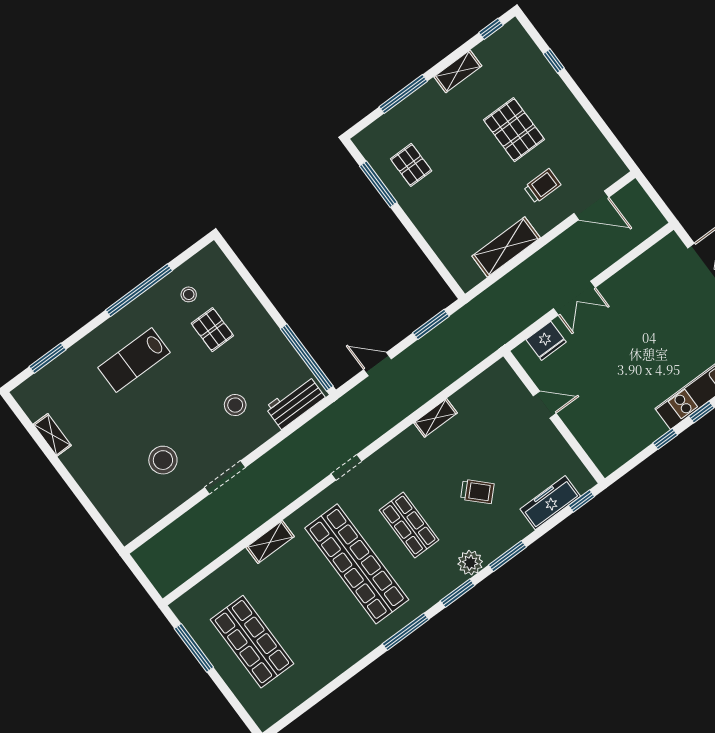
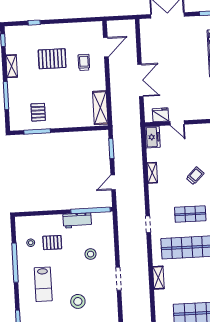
pallet: (411, 165) -> (38, 112), turned 90
shelving: (506, 247) -> (100, 108), moved
double door: (574, 298) -> (140, 80), width x1.37
fridge: (546, 341) -> (161, 115), moved, turned -90
freezer: (495, 380) -> (153, 137), added
workbench: (295, 402) -> (77, 220), moved, turned -90
door: (545, 405) -> (177, 123), swing flipped
stool: (163, 460) -> (78, 301), moved

